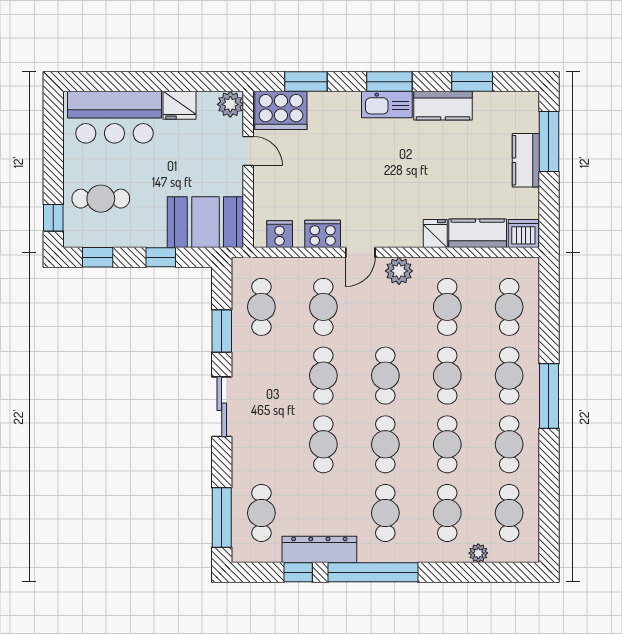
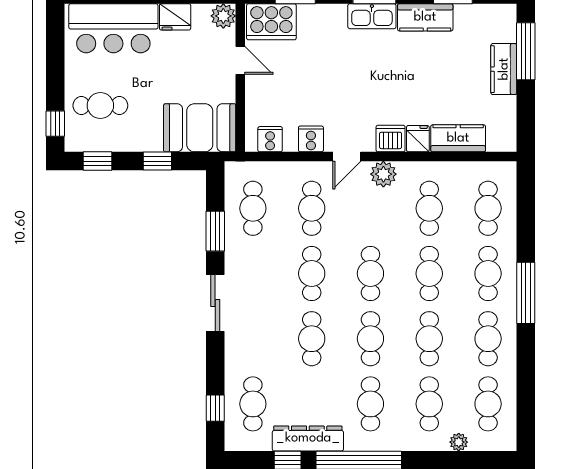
dishwasher: (523, 233) -> (391, 139), moved
cooker: (323, 234) -> (311, 139), width x0.73
window: (222, 517) -> (215, 408), width x0.46

